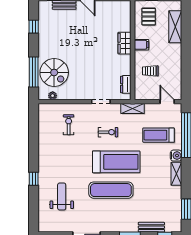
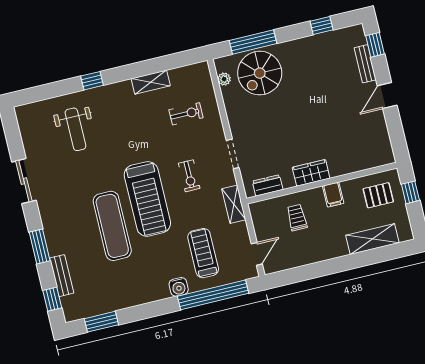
wardrobe: (124, 43) -> (311, 173), moved
shelving: (176, 174) -> (151, 82), moved
exercise mat: (111, 190) -> (112, 226), moved
weight bench: (62, 197) -> (75, 129), turned 90

